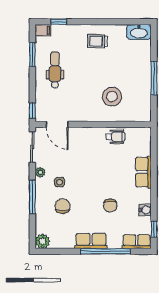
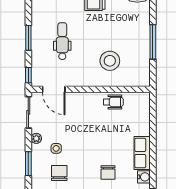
window: (32, 54) -> (28, 38), moved
dental chair: (55, 70) -> (62, 41), moved
row of seats: (143, 172) -> (142, 153), moved
window: (32, 197) -> (28, 164), width x0.69

